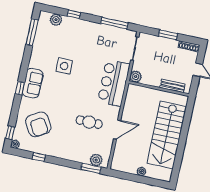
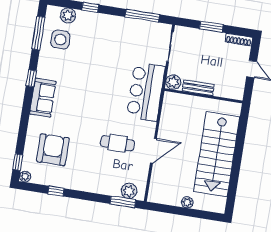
side table: (64, 66) -> (60, 40), moved
bench: (173, 86) -> (198, 88), moved
window: (20, 88) -> (31, 78), moved
armchair: (38, 124) -> (53, 150), turned -149

